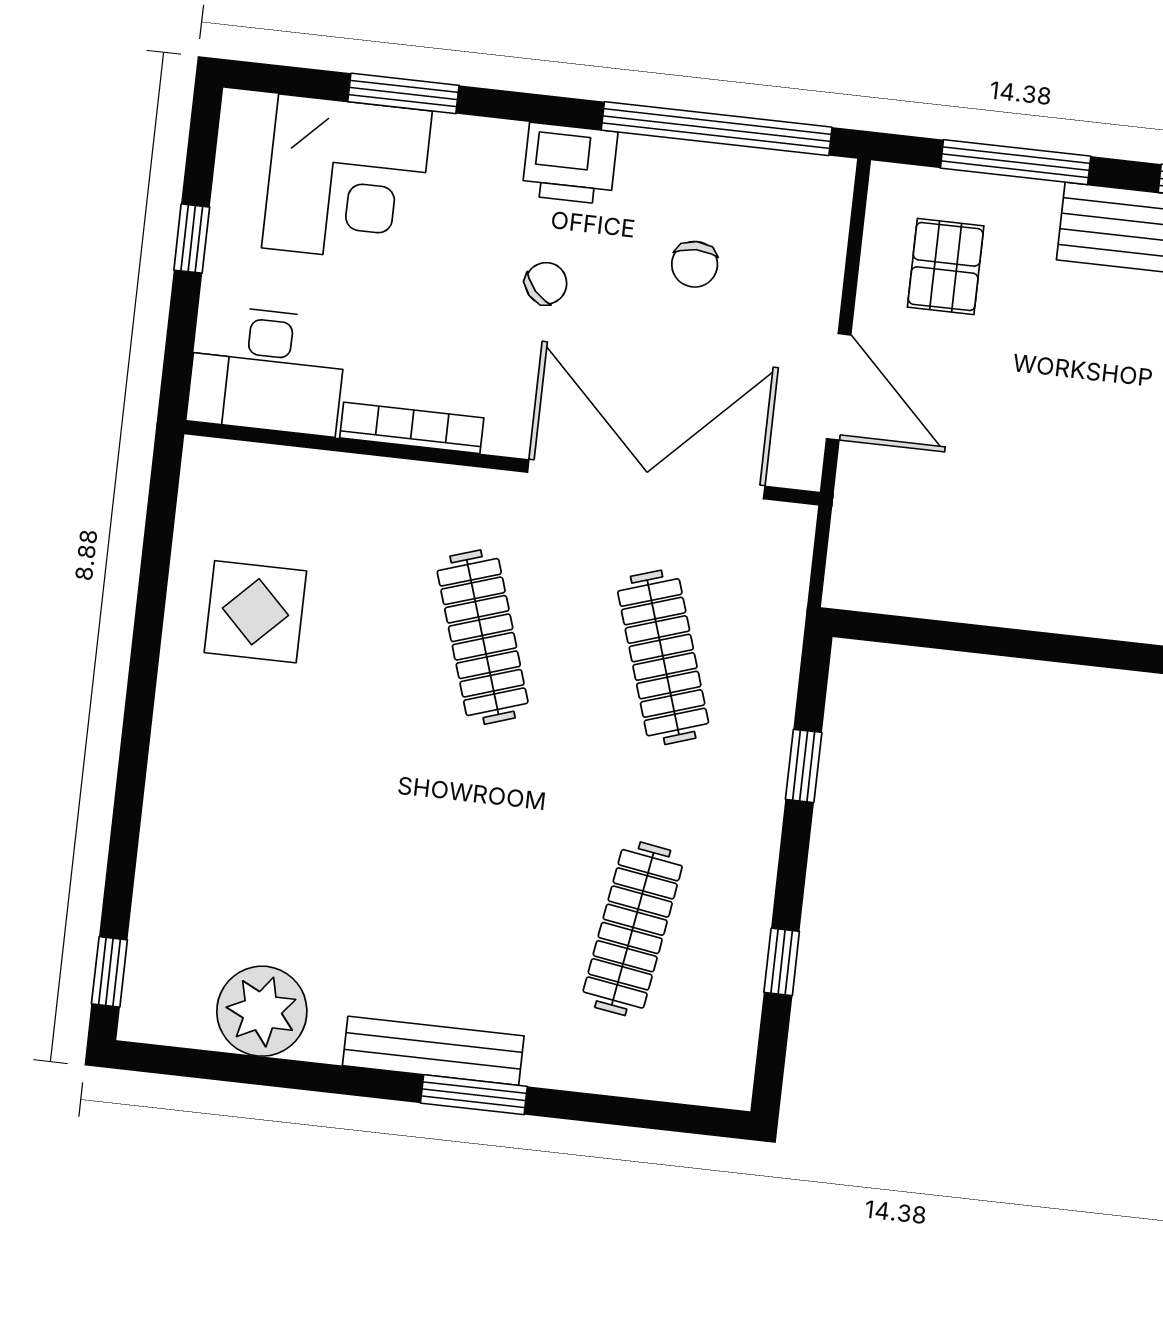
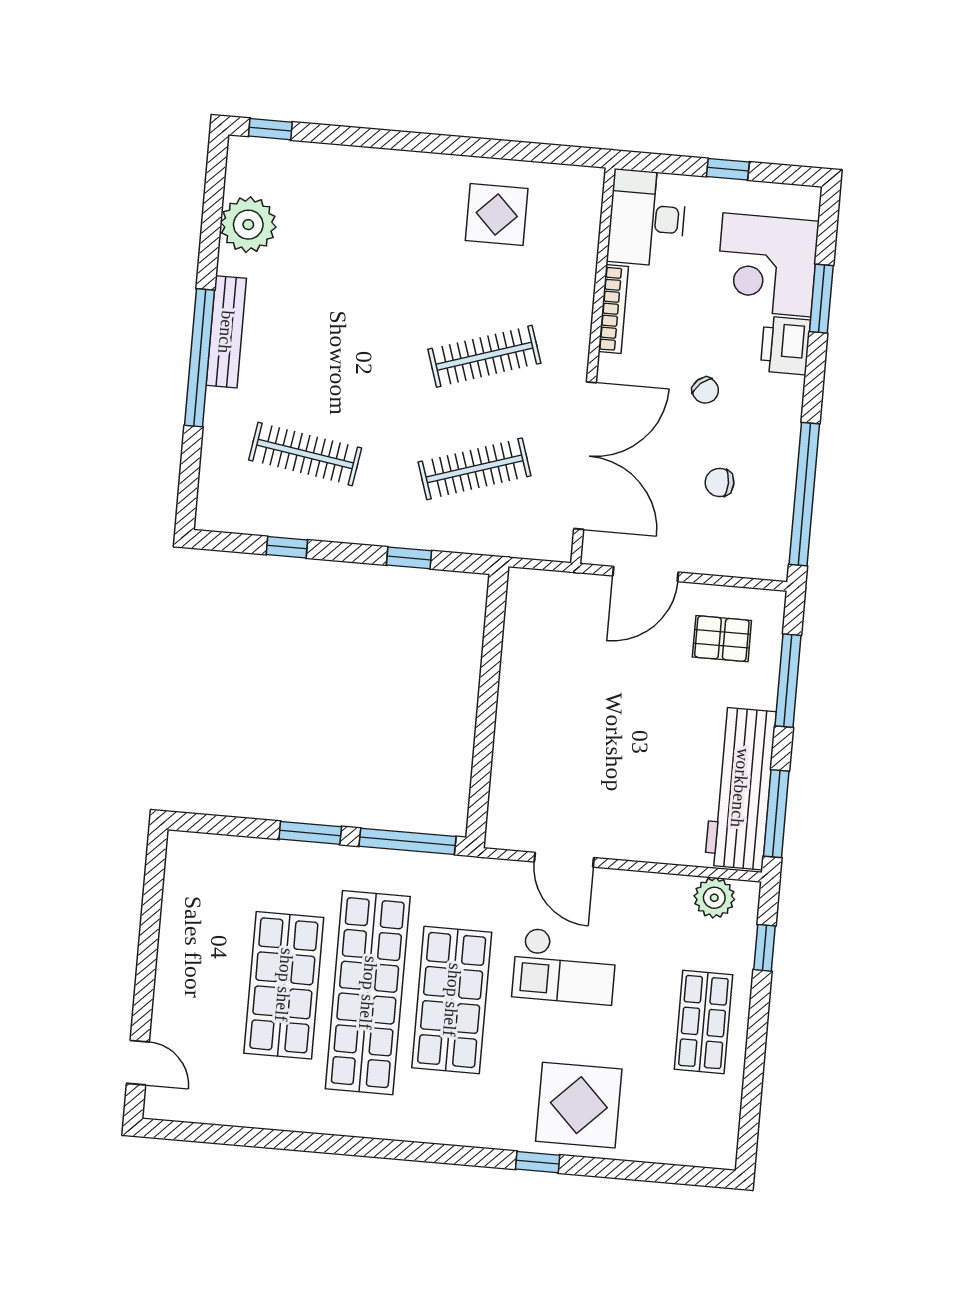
printer: (570, 164) -> (785, 345), moved
window: (474, 1095) -> (200, 358), width x2.11

